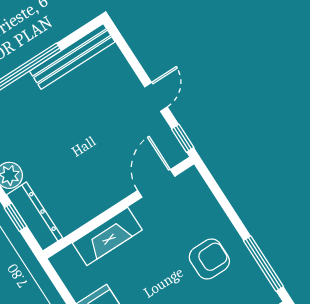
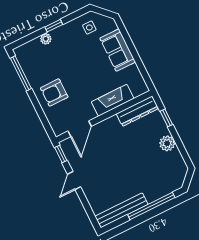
dresser: (35, 217) -> (137, 111), moved, turned -90
armchair: (209, 259) -> (54, 93), moved

